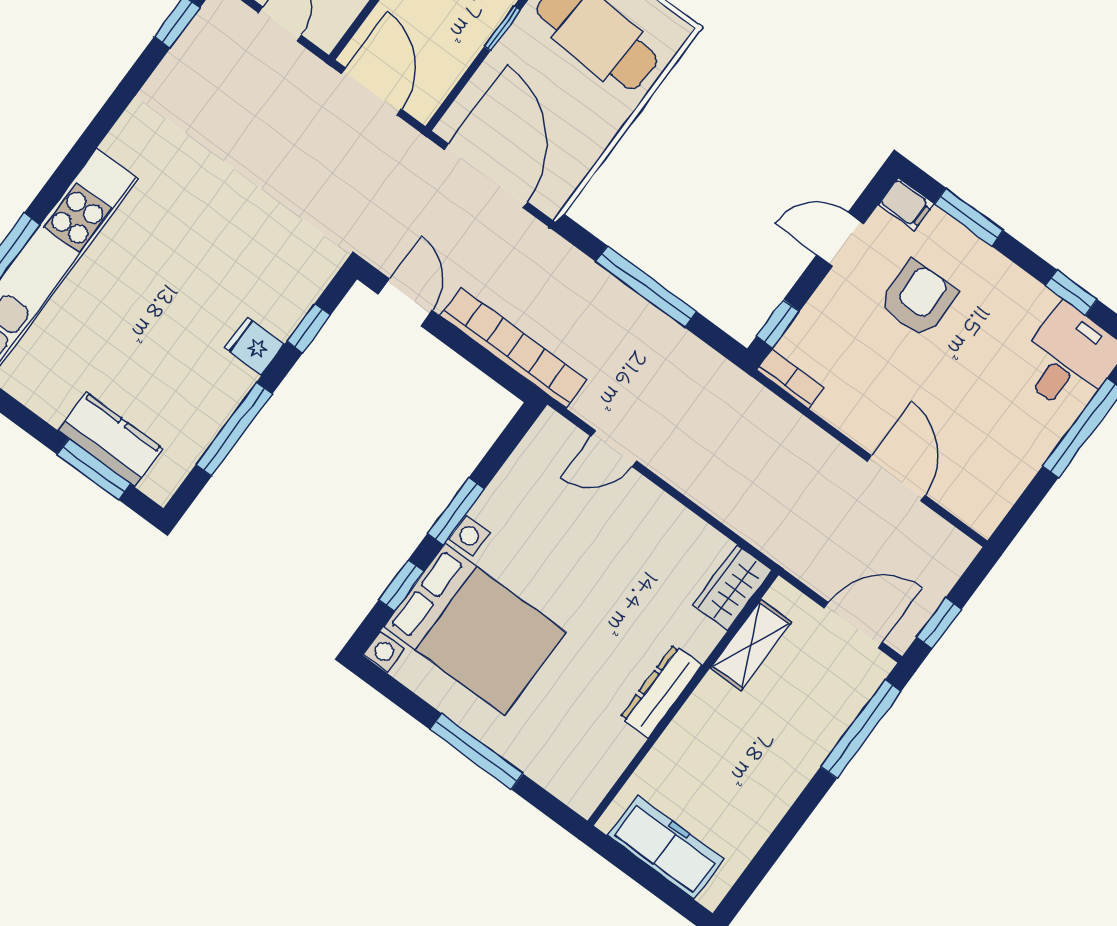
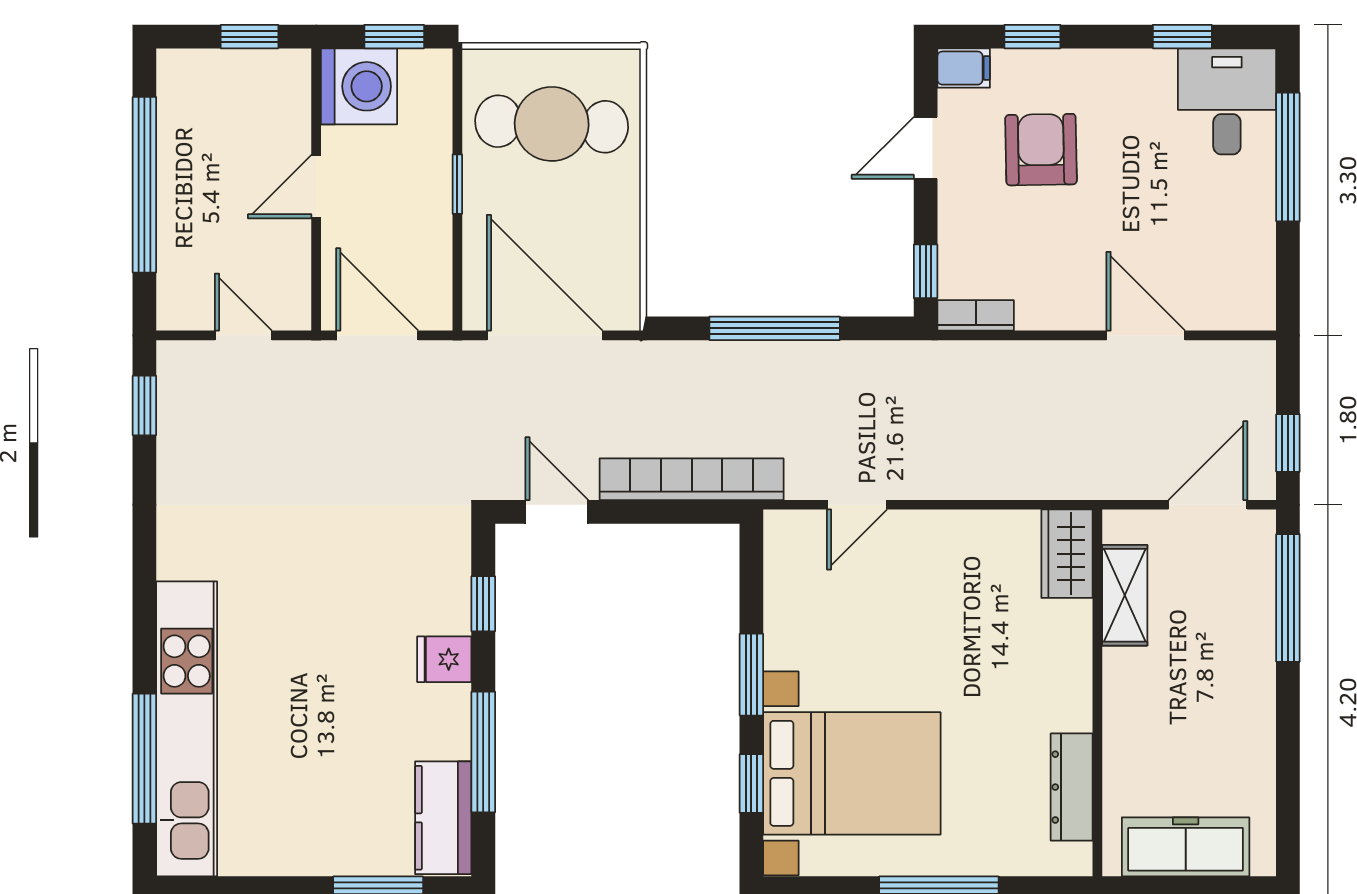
window: (969, 217) -> (1032, 37), width x0.67
kitchen counter: (110, 440) -> (443, 818), moved, turned -90
dresser: (661, 691) -> (1072, 787), moved

